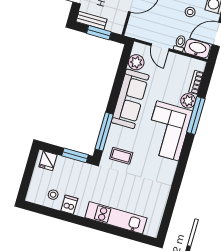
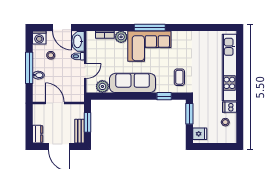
window: (196, 115) -> (150, 27), moved
window: (104, 132) -> (164, 96), width x0.46
kitchen unit: (116, 218) -> (229, 68), width x1.36

